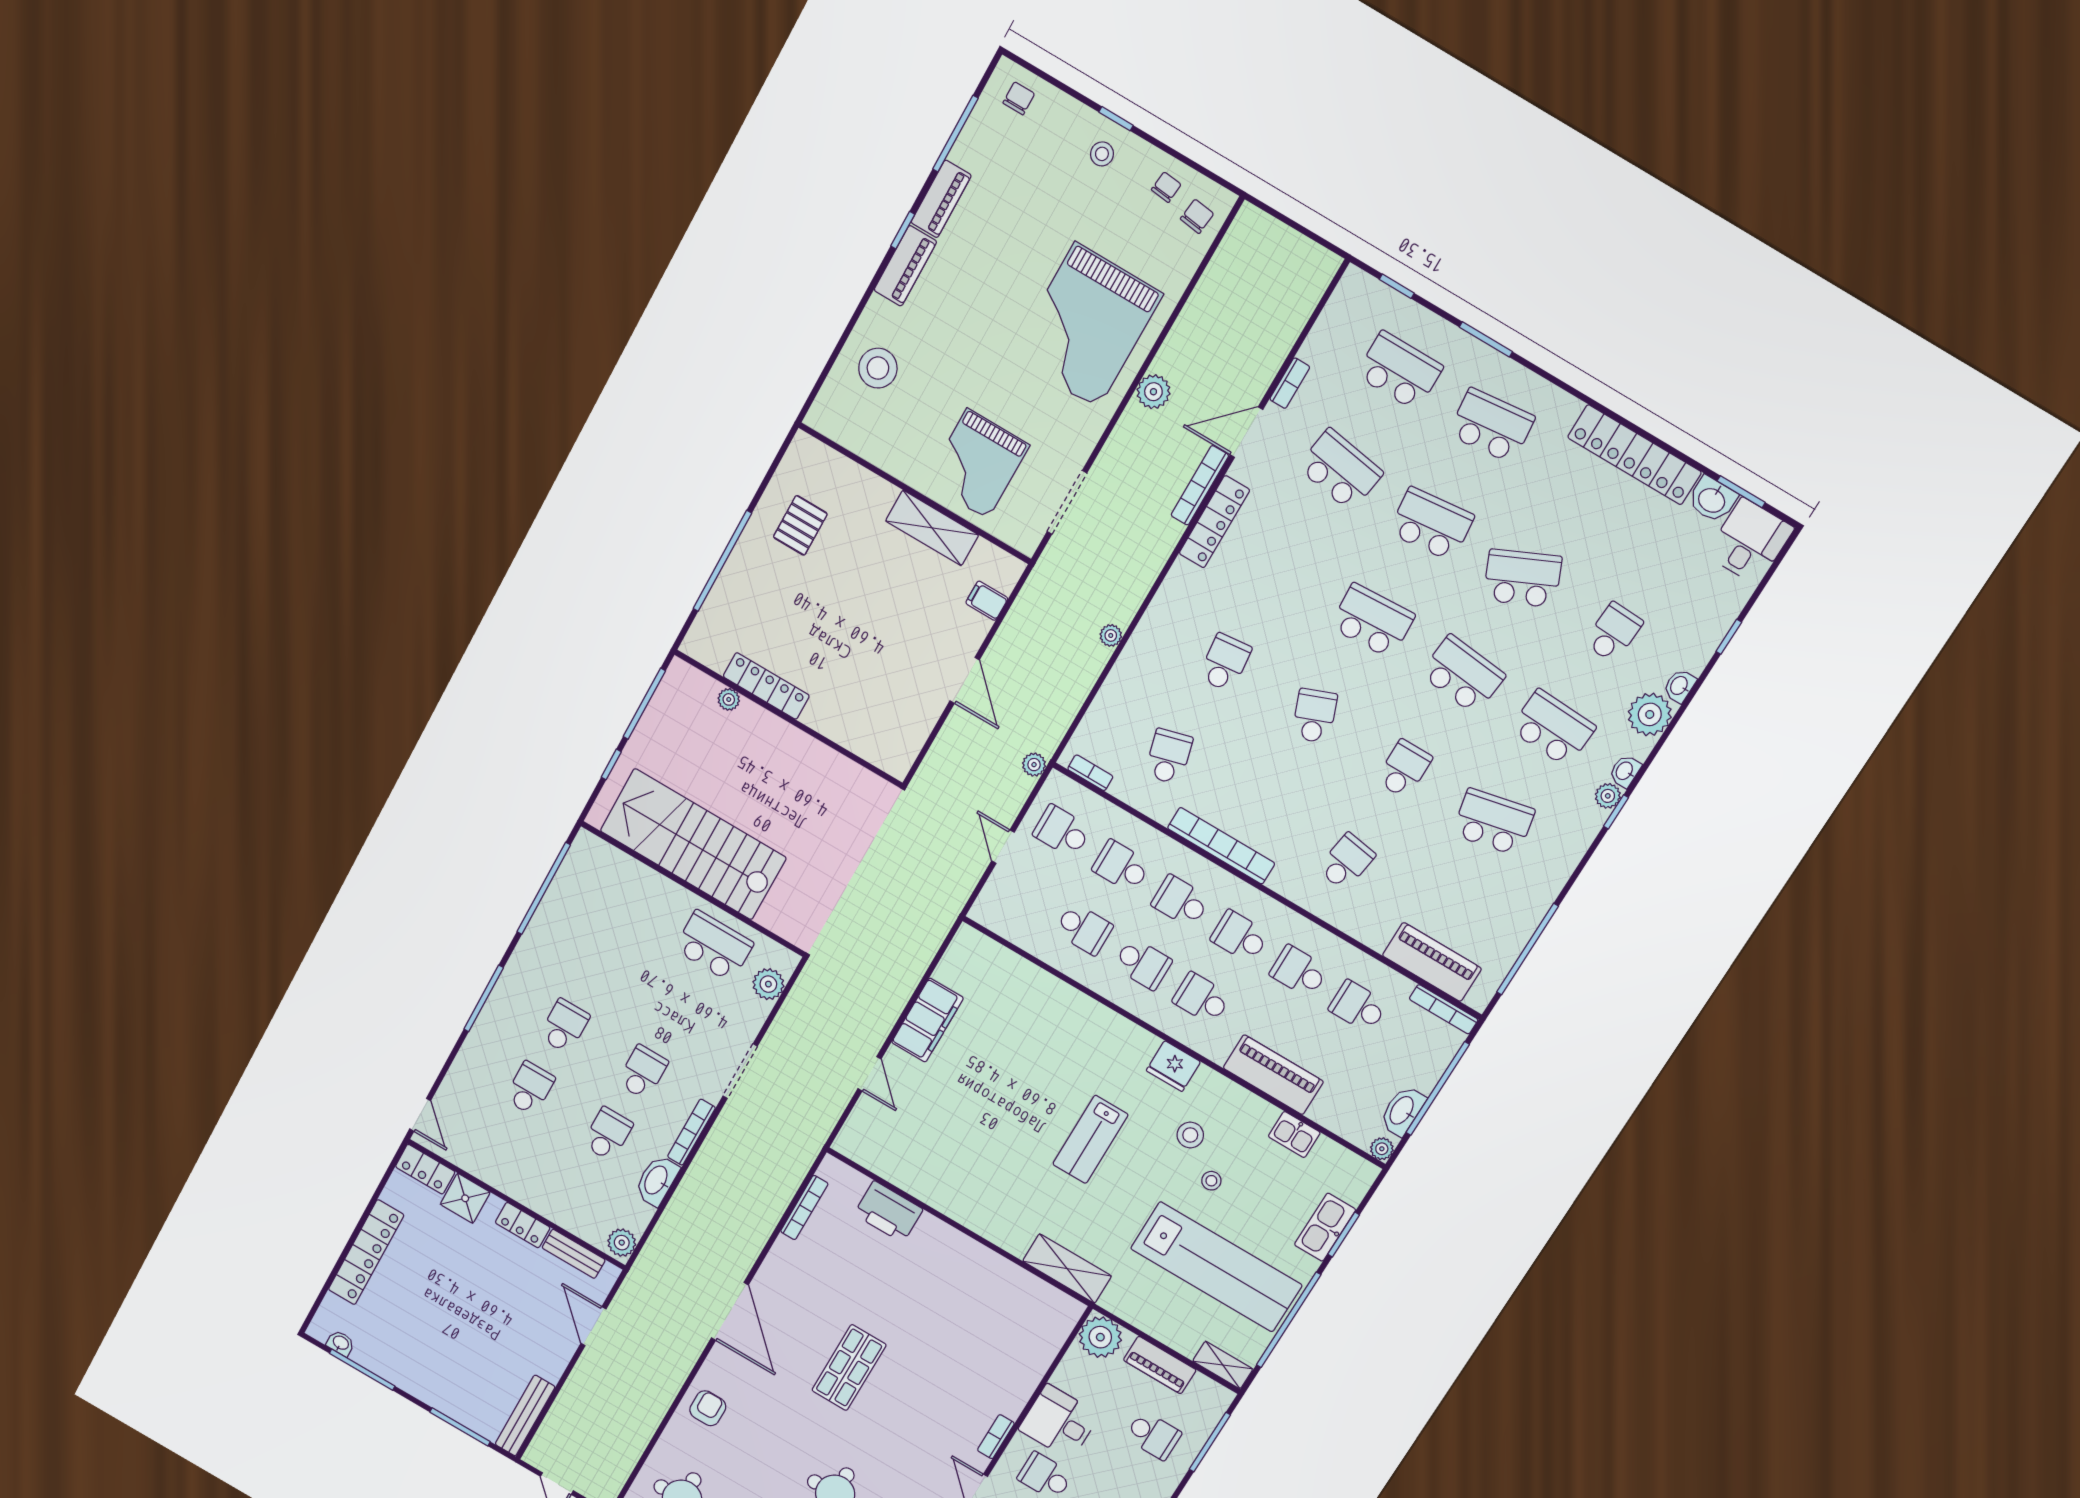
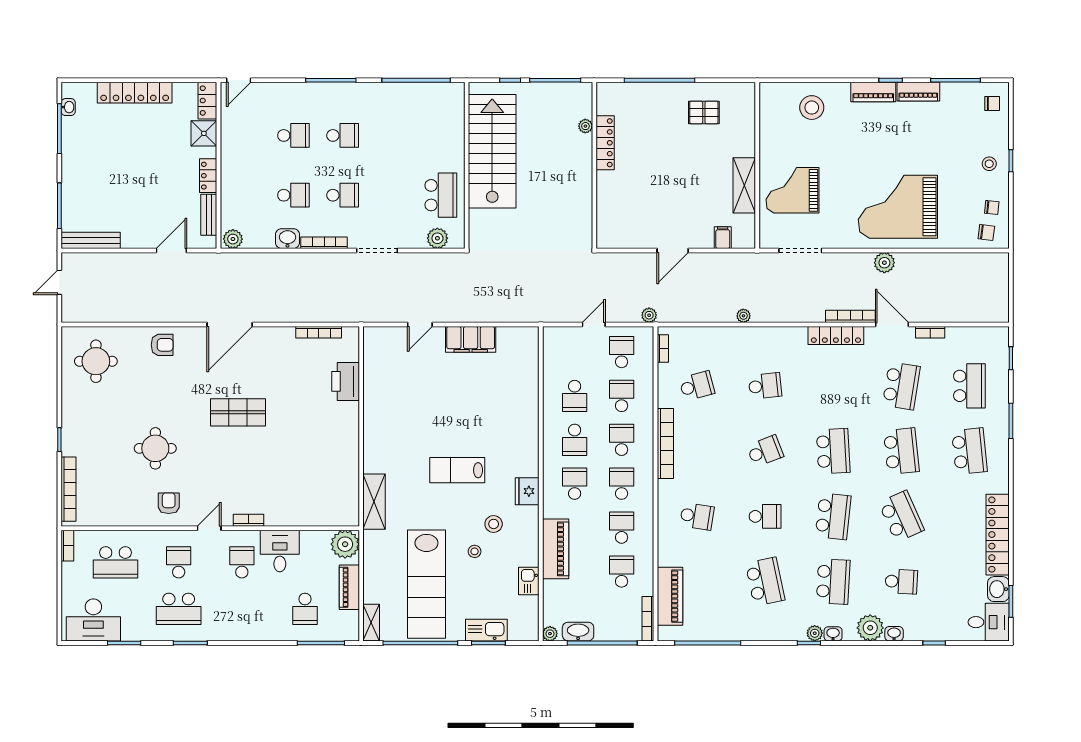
washbasin: (657, 1180) -> (287, 239), width x0.72

